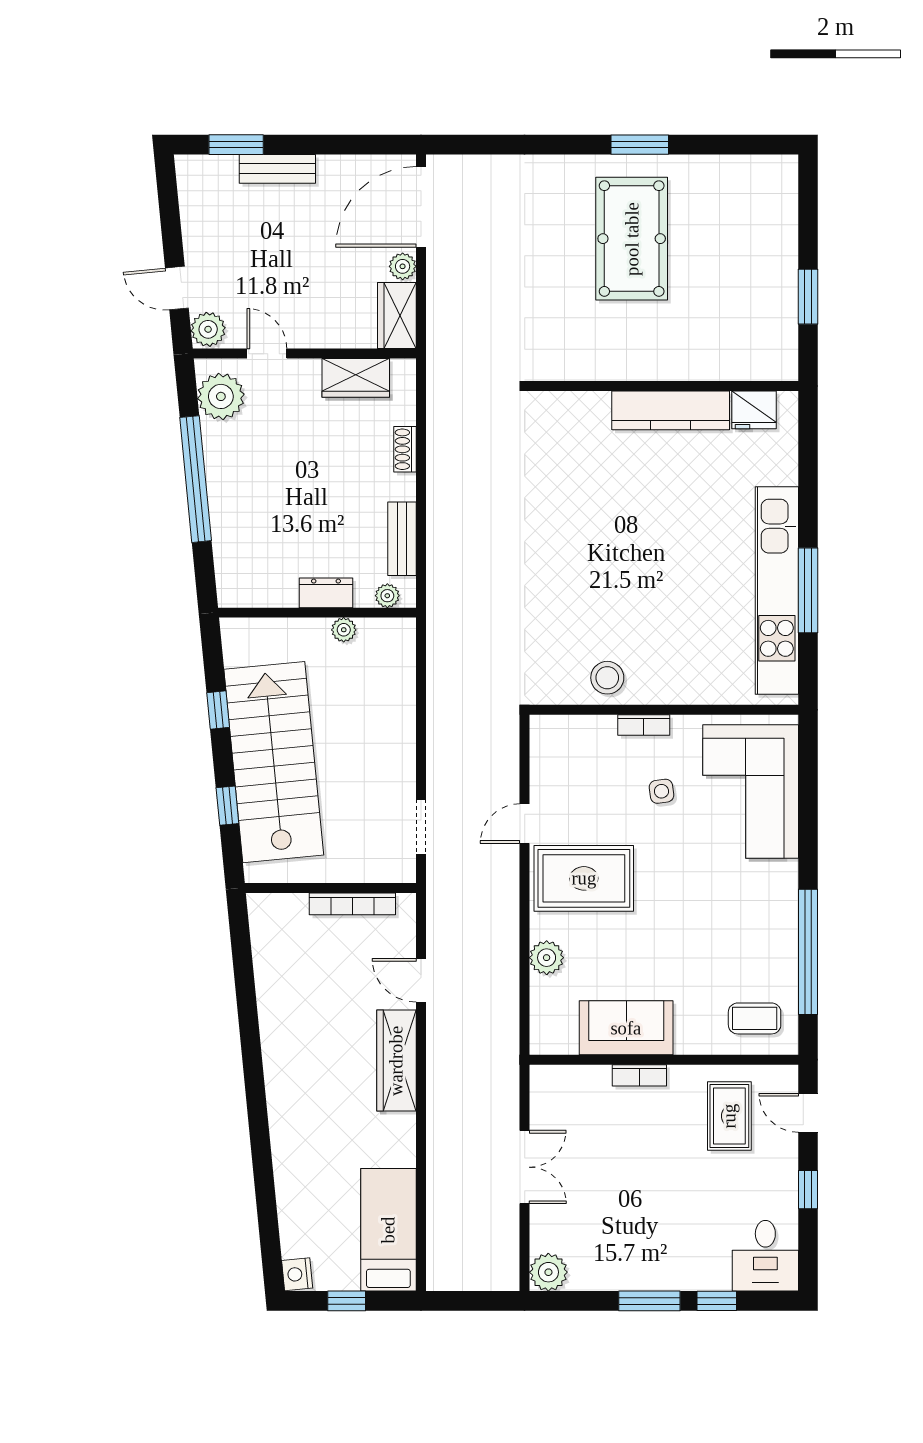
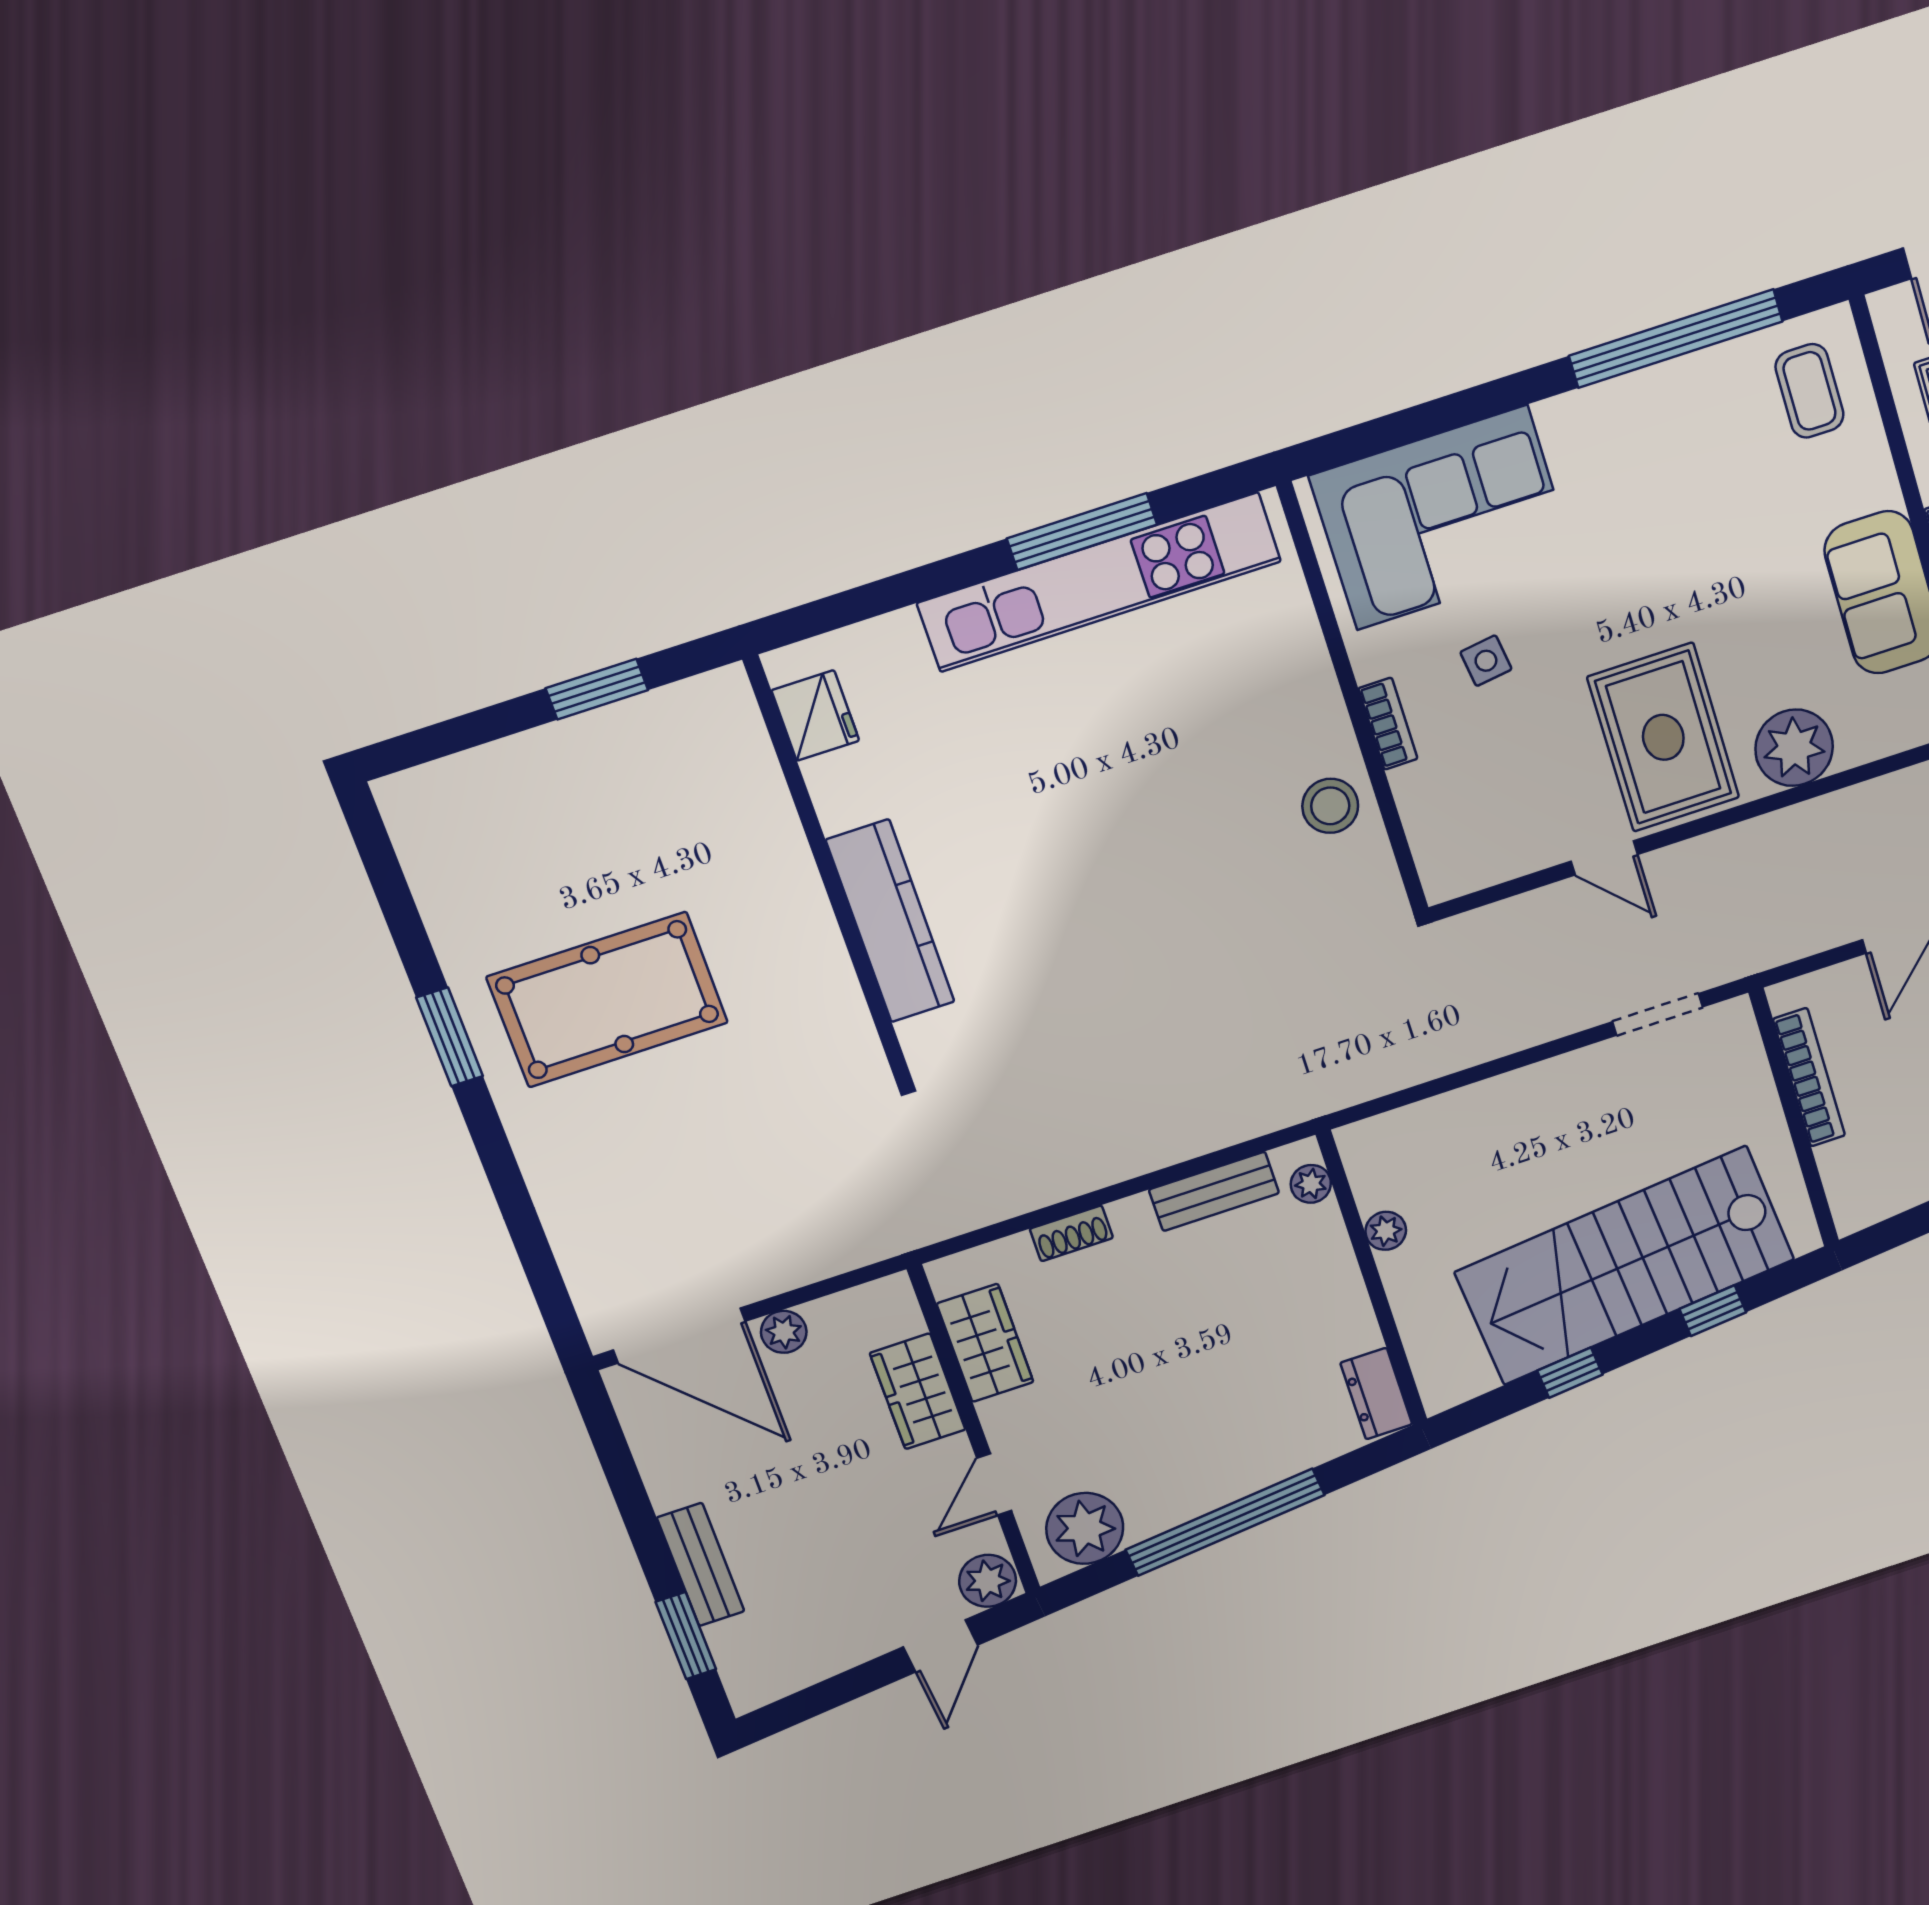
wardrobe: (397, 316) -> (918, 1391), moved, turned 90
kitchen counter: (671, 410) -> (890, 921), moved
dresser: (326, 593) -> (1376, 1394), moved
plant: (547, 958) -> (1794, 748), width x1.36, depth x1.36

